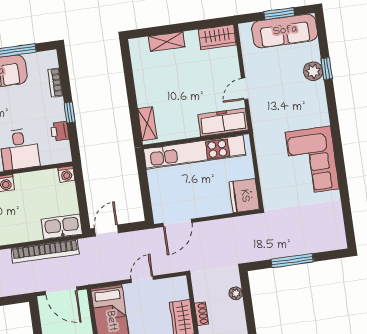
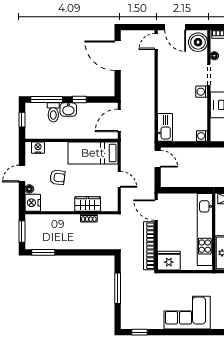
window: (348, 222) -> (139, 332), added
bookcase: (45, 251) -> (149, 246), moved
plant: (236, 293) -> (100, 245), removed

